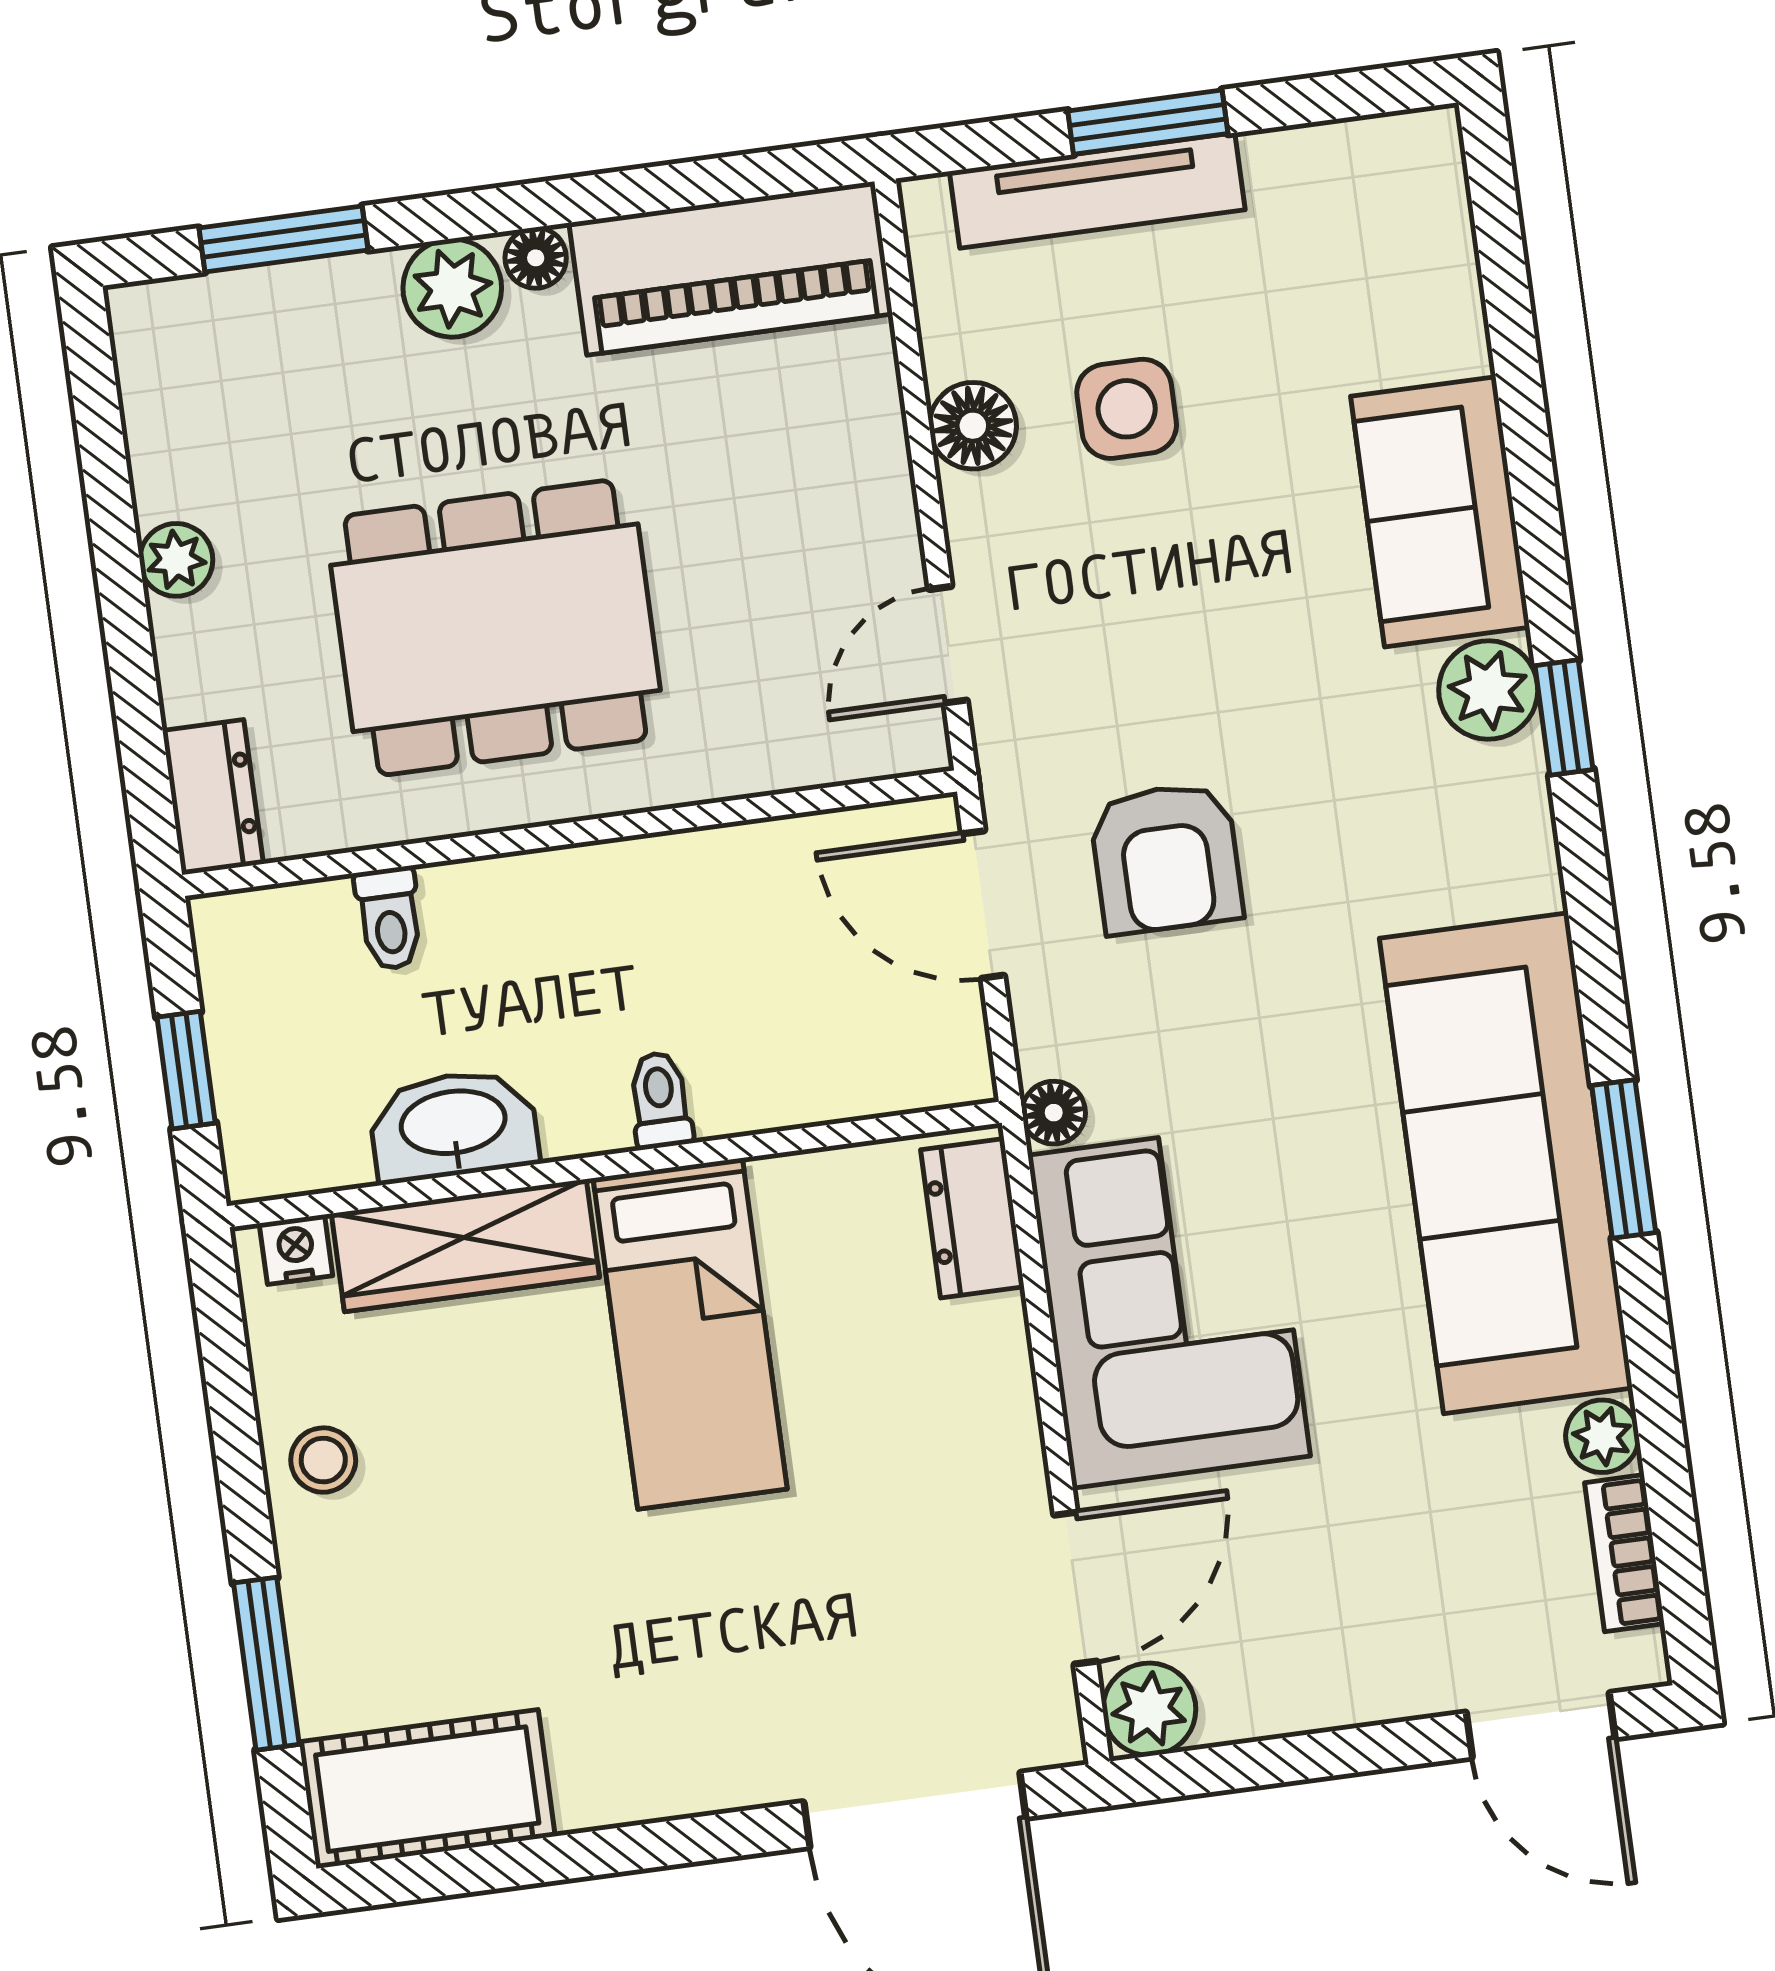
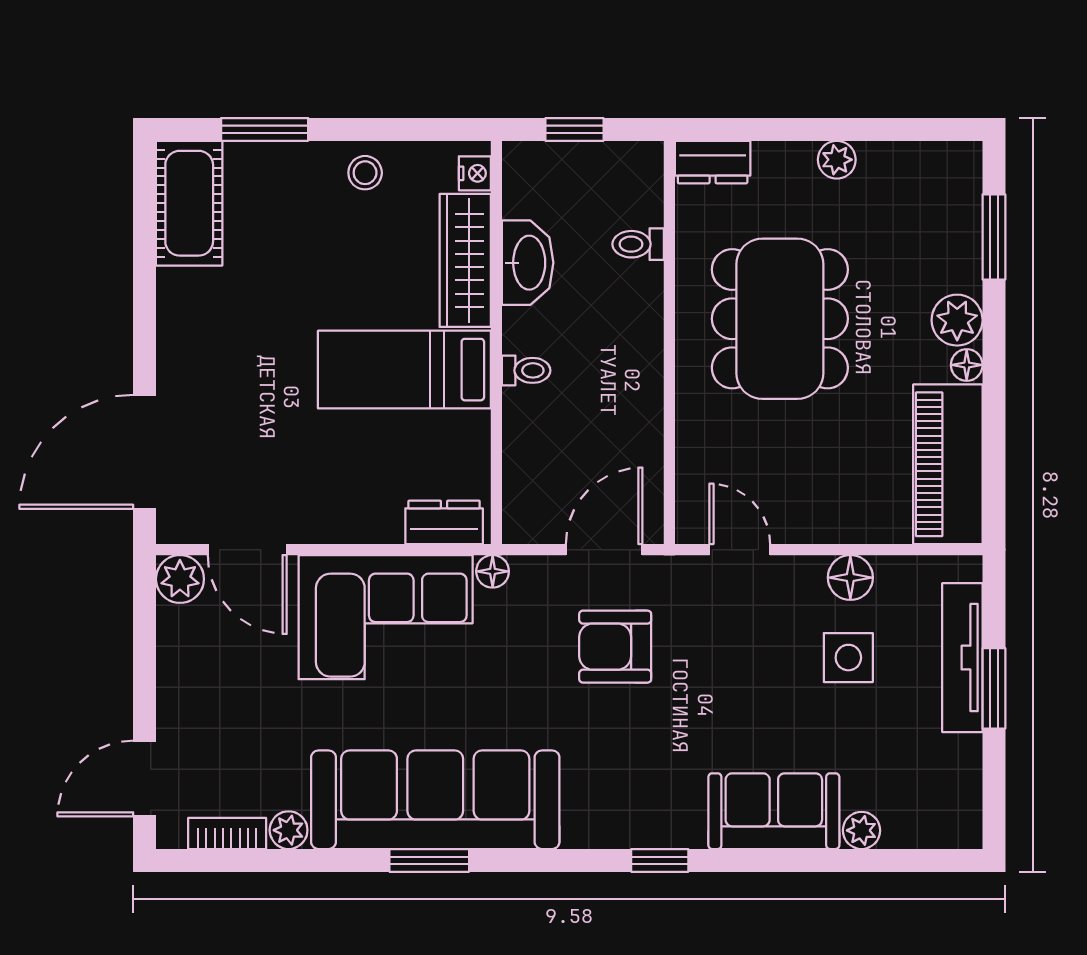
plant: (1488, 690) -> (862, 830), moved, width x0.73, depth x0.73

